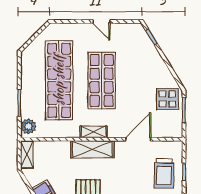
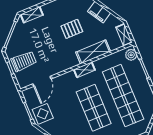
door: (138, 139) -> (42, 81), moved
shelving: (93, 149) -> (93, 52), moved
trolley: (164, 173) -> (24, 61), turned 89

